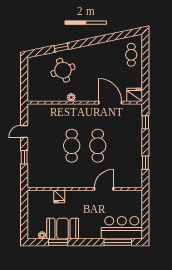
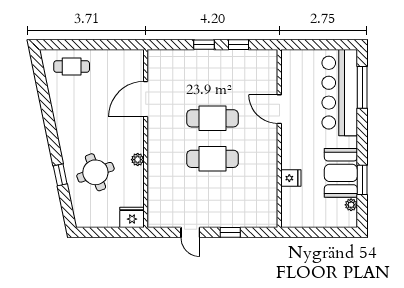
fridge: (135, 95) -> (132, 217), moved, turned 90
window: (145, 122) -> (204, 45), moved
bar counter: (122, 228) -> (340, 93), width x1.36

